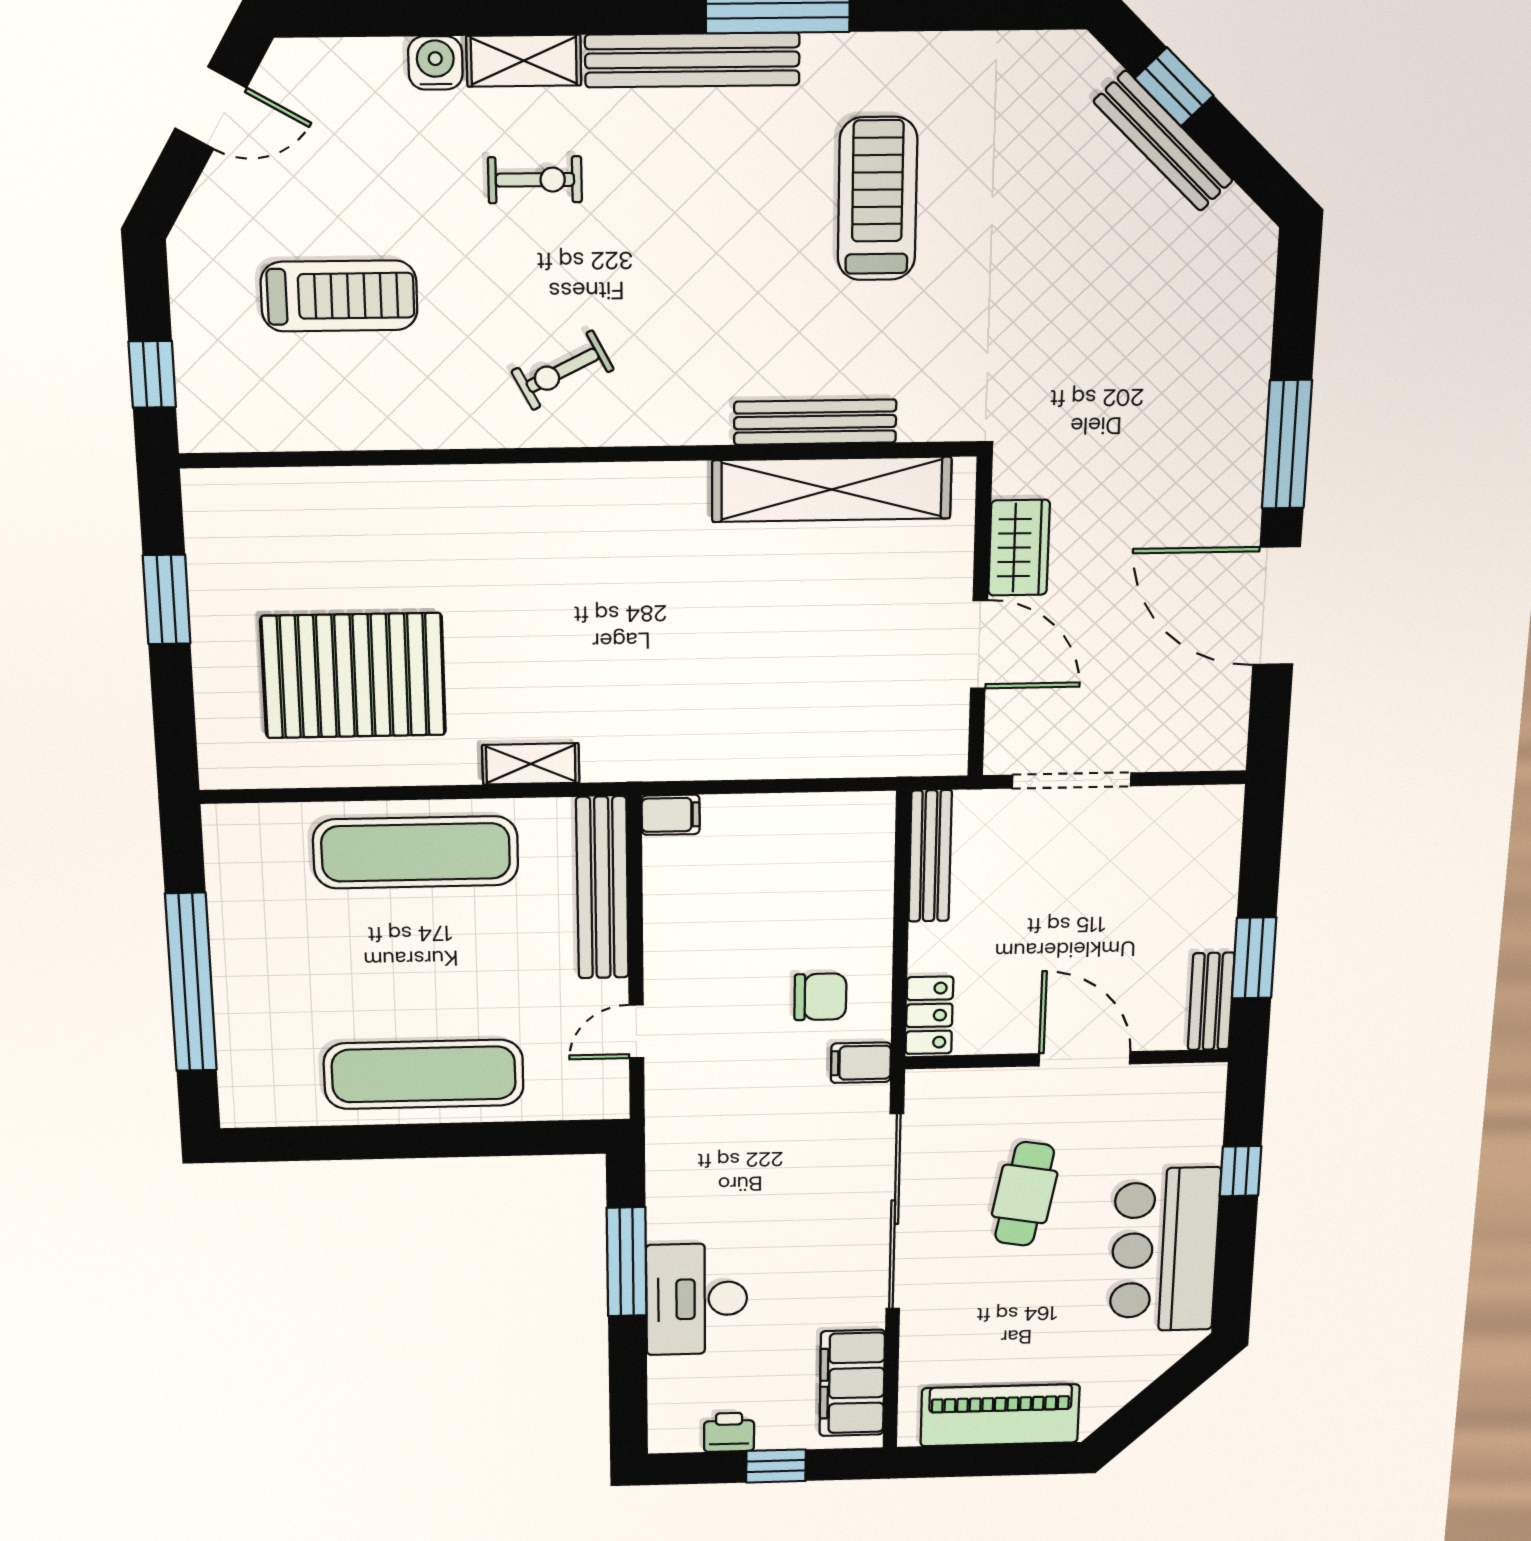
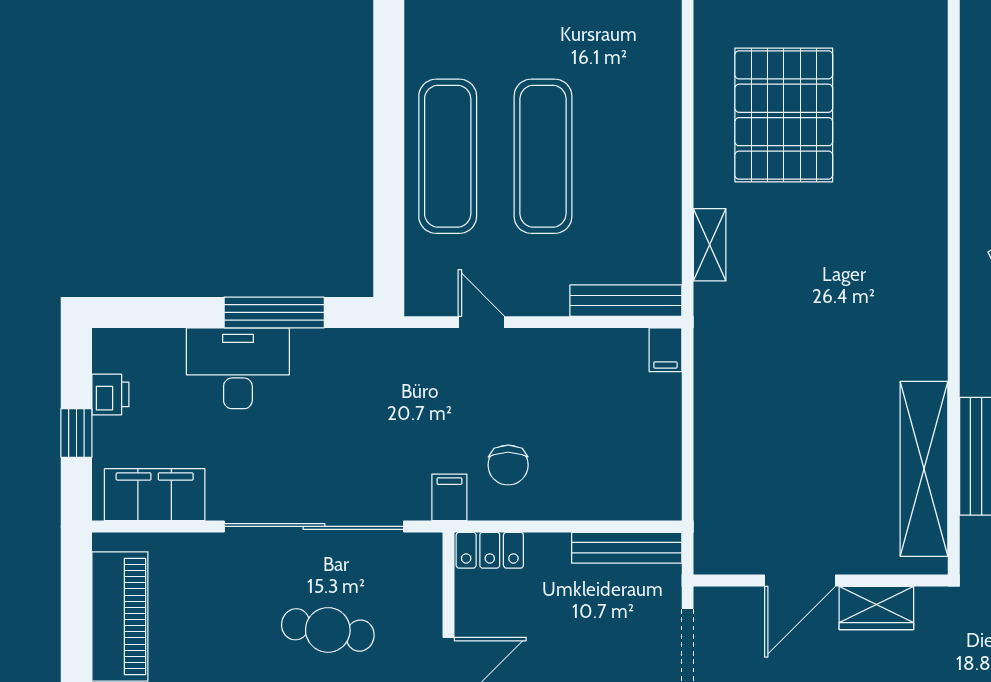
exercise mat: (416, 852) -> (543, 156), moved
bench: (602, 888) -> (626, 301), width x0.73, depth x0.82

